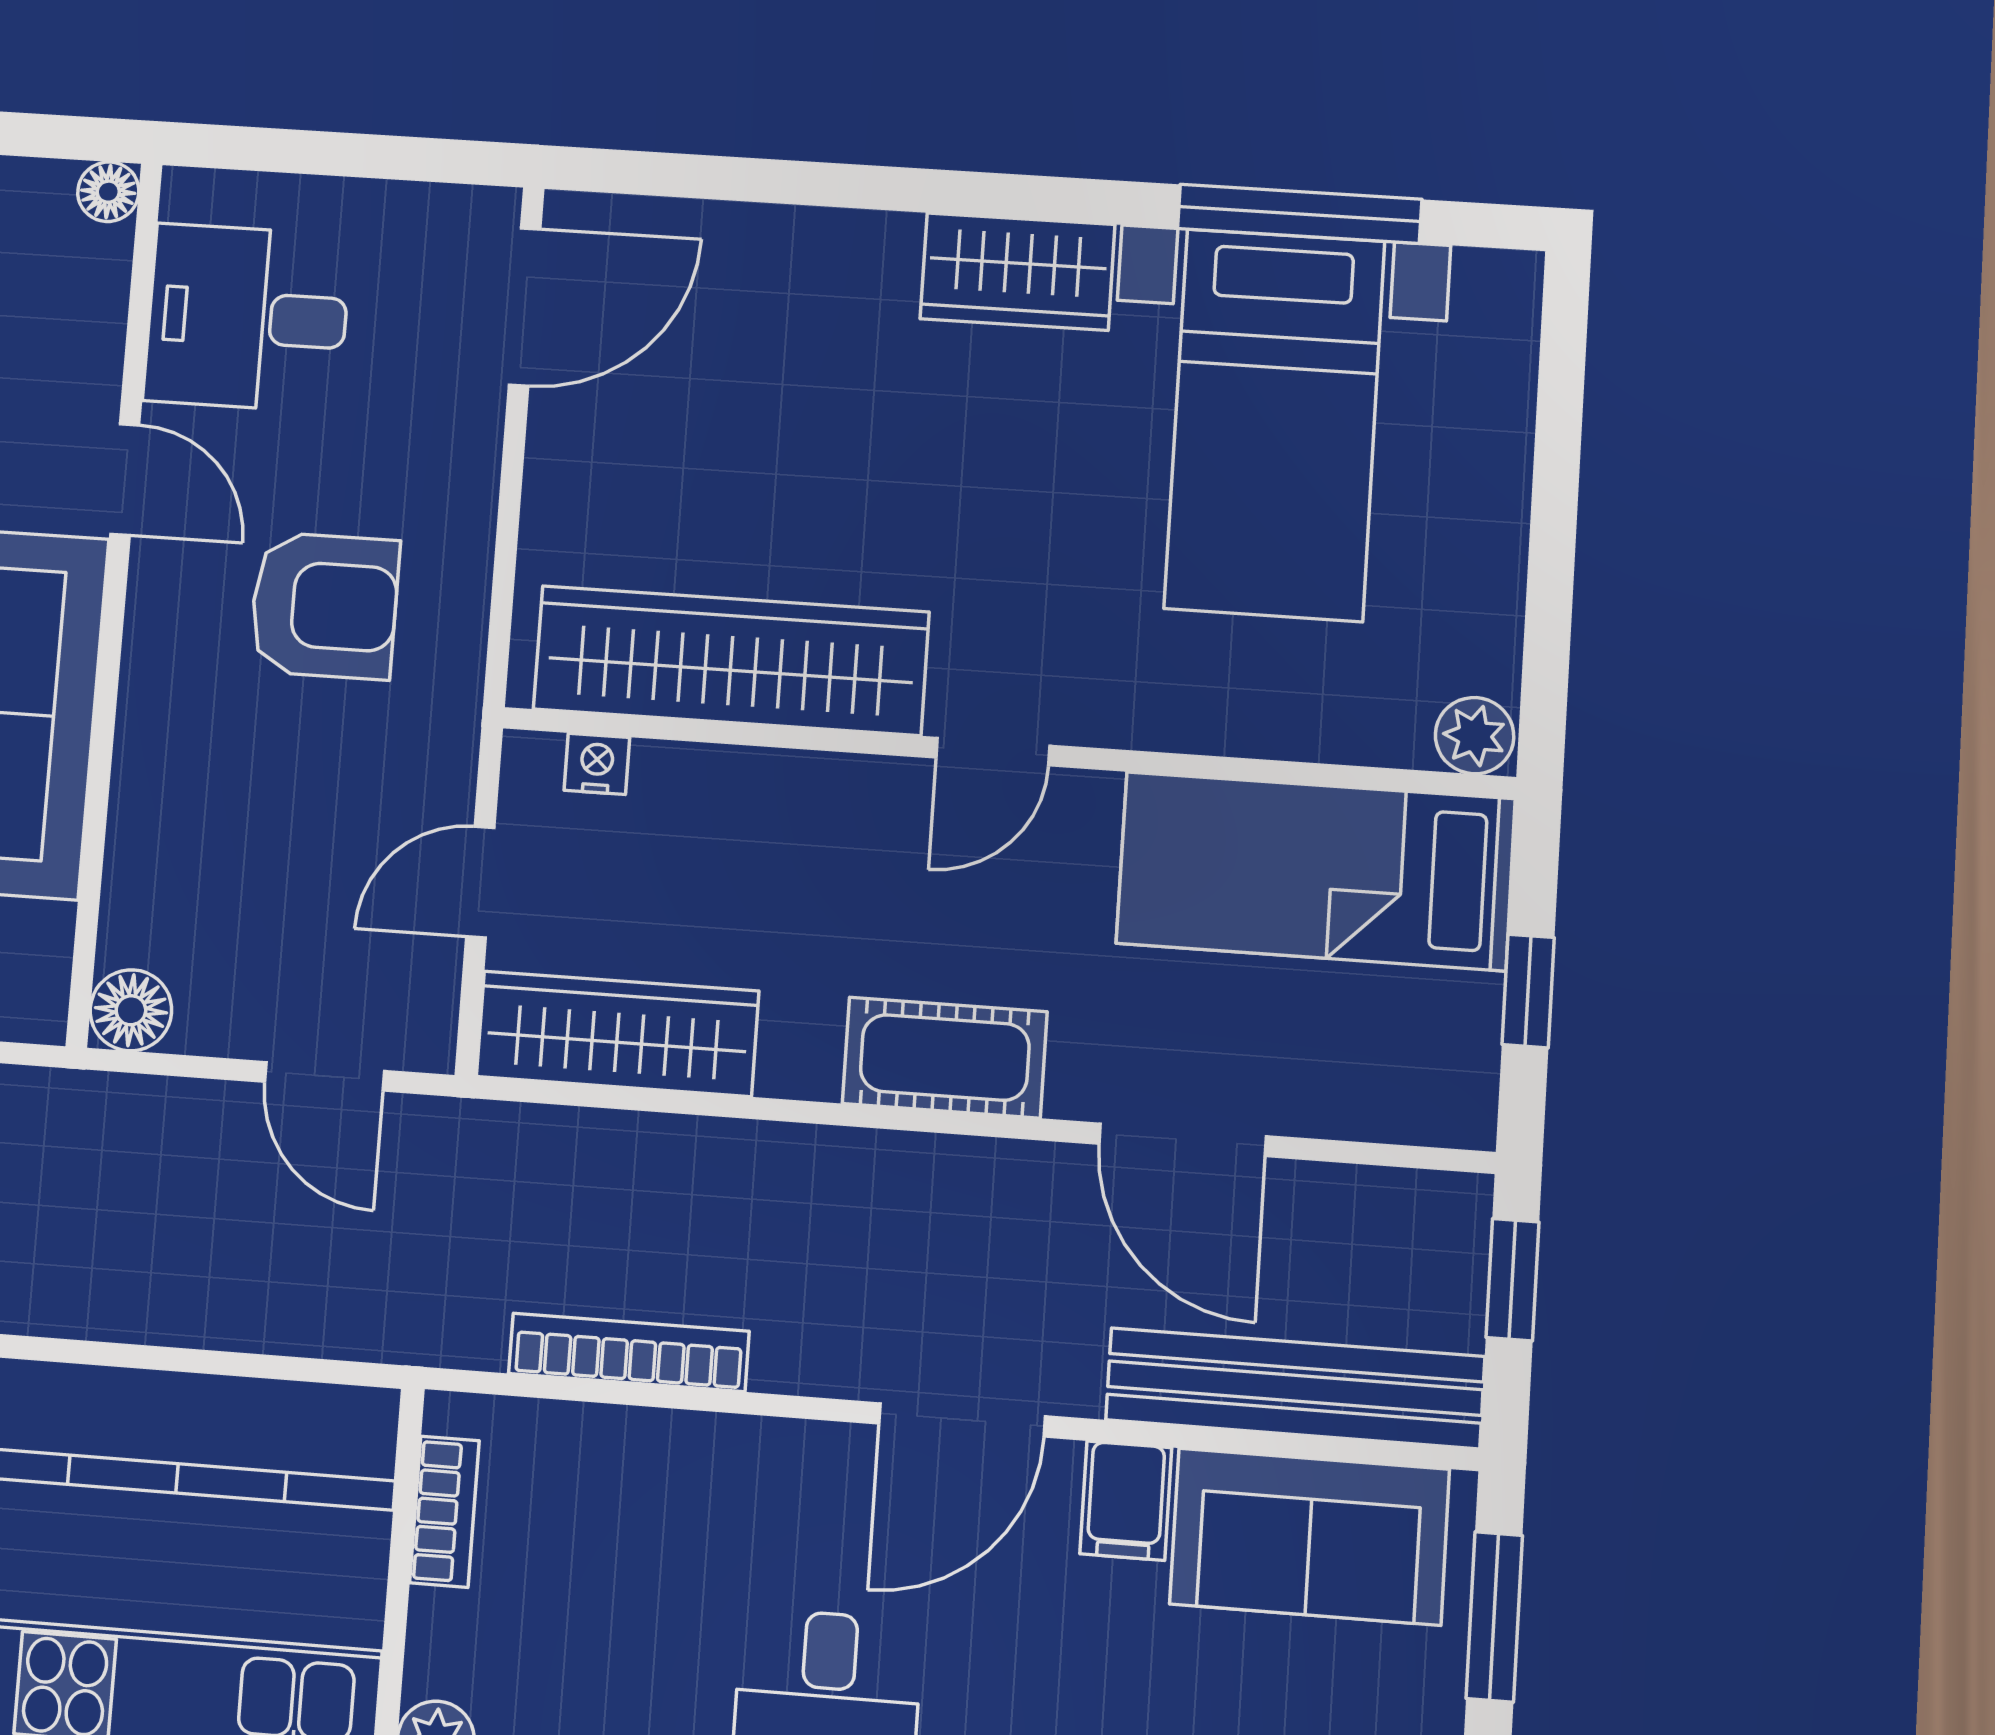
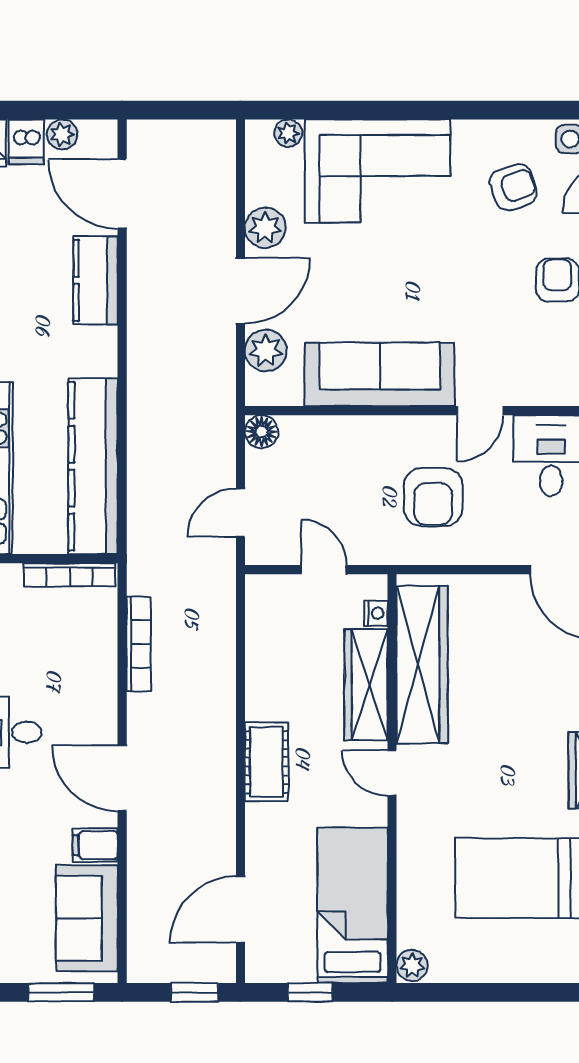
wardrobe: (617, 1034) -> (366, 685), moved, turned 180
door: (1182, 1140) -> (240, 910), moved
bench: (1295, 1388) -> (145, 909), removed
bookcase: (444, 1512) -> (70, 575), width x1.56

